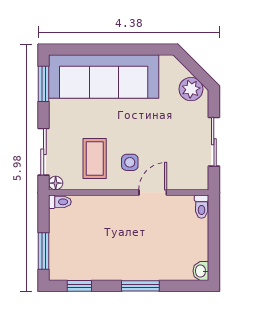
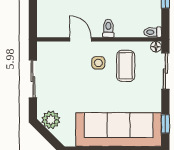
window: (44, 84) -> (165, 124), width x0.67
door: (153, 192) -> (81, 39), swing flipped
toilet: (202, 207) -> (108, 28), moved

